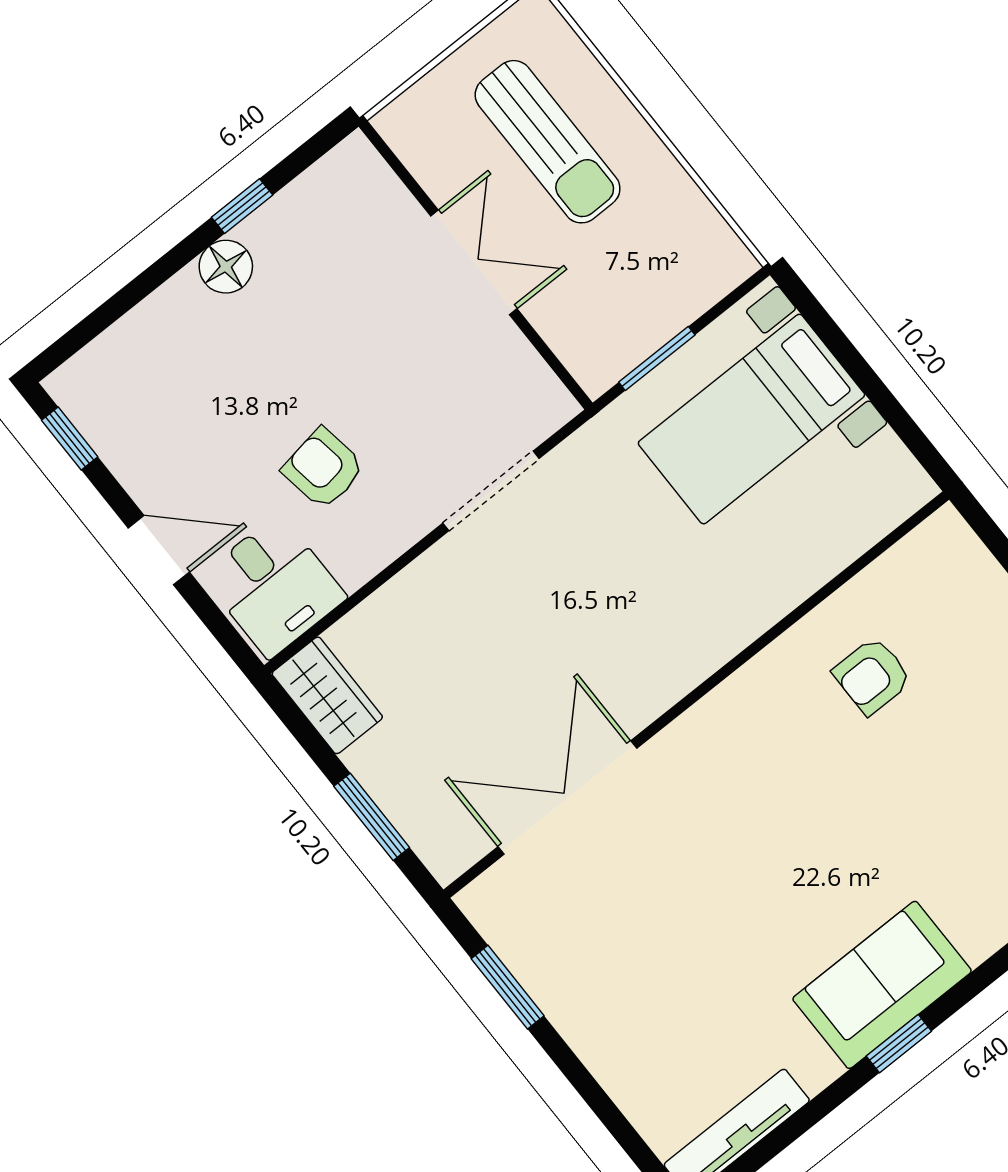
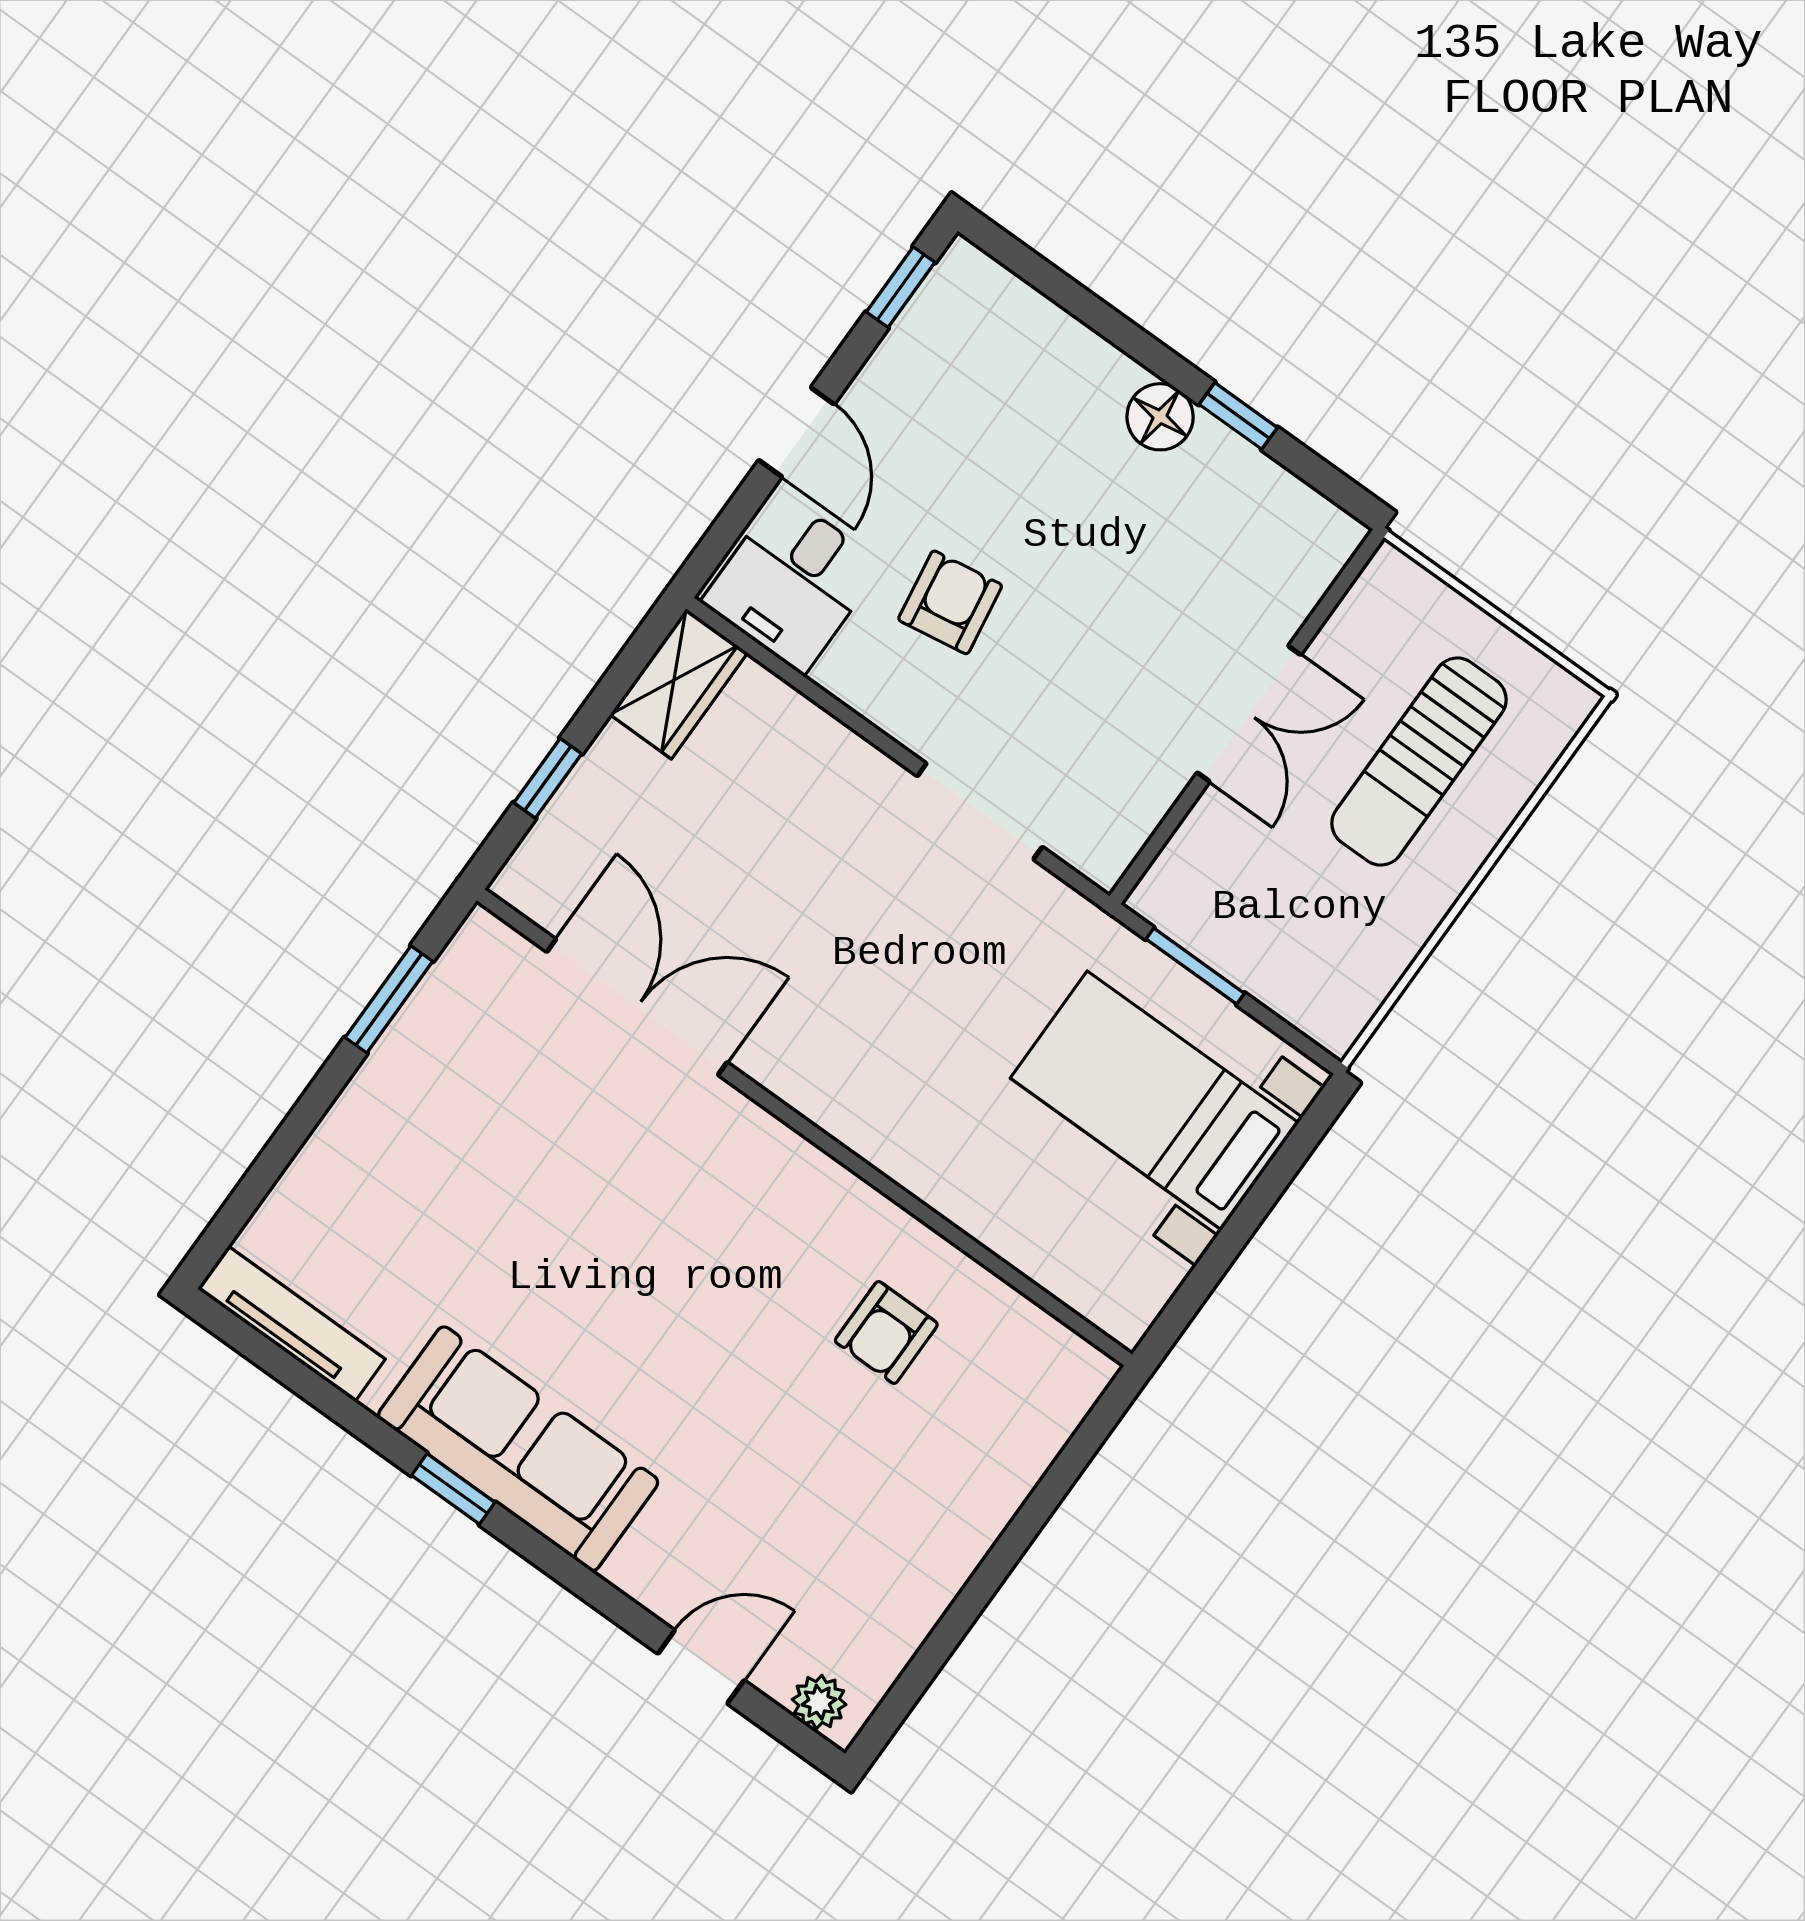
armchair: (872, 676) -> (886, 1332), turned -90
window: (372, 817) -> (548, 778), width x0.67
sofa: (882, 985) -> (518, 1449), width x1.36

